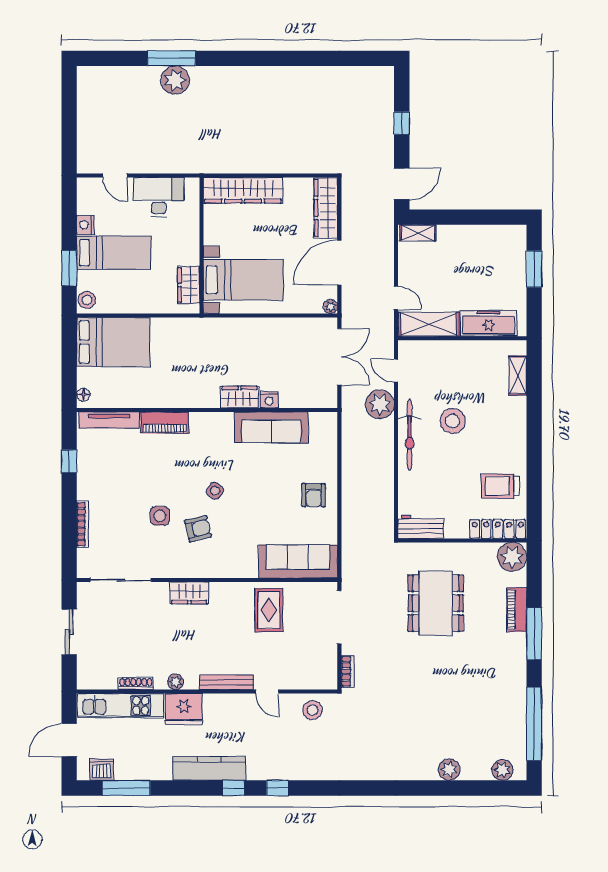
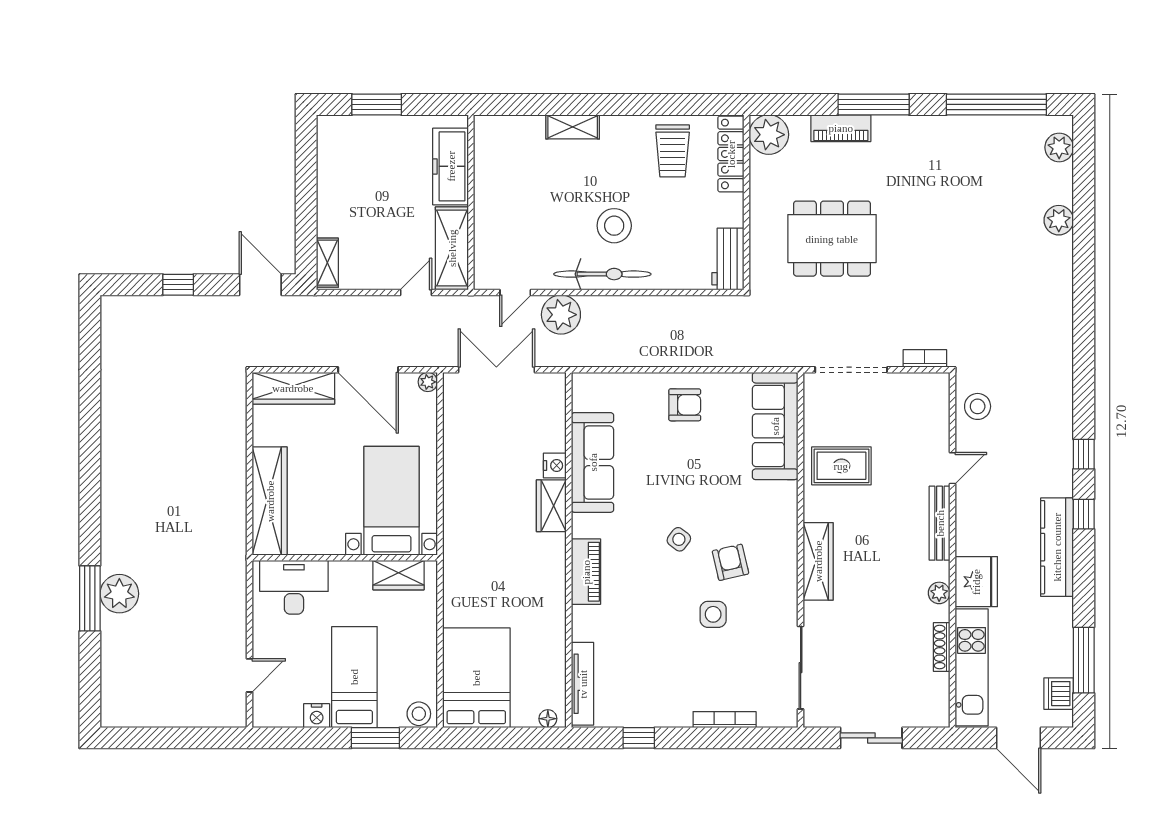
desk: (159, 197) -> (294, 587), moved, turned 90
shelving: (518, 375) -> (573, 127), moved
stool: (453, 421) -> (614, 226), moved
piano: (165, 423) -> (586, 572), moved
wardrobe: (189, 593) -> (818, 561), width x1.50

